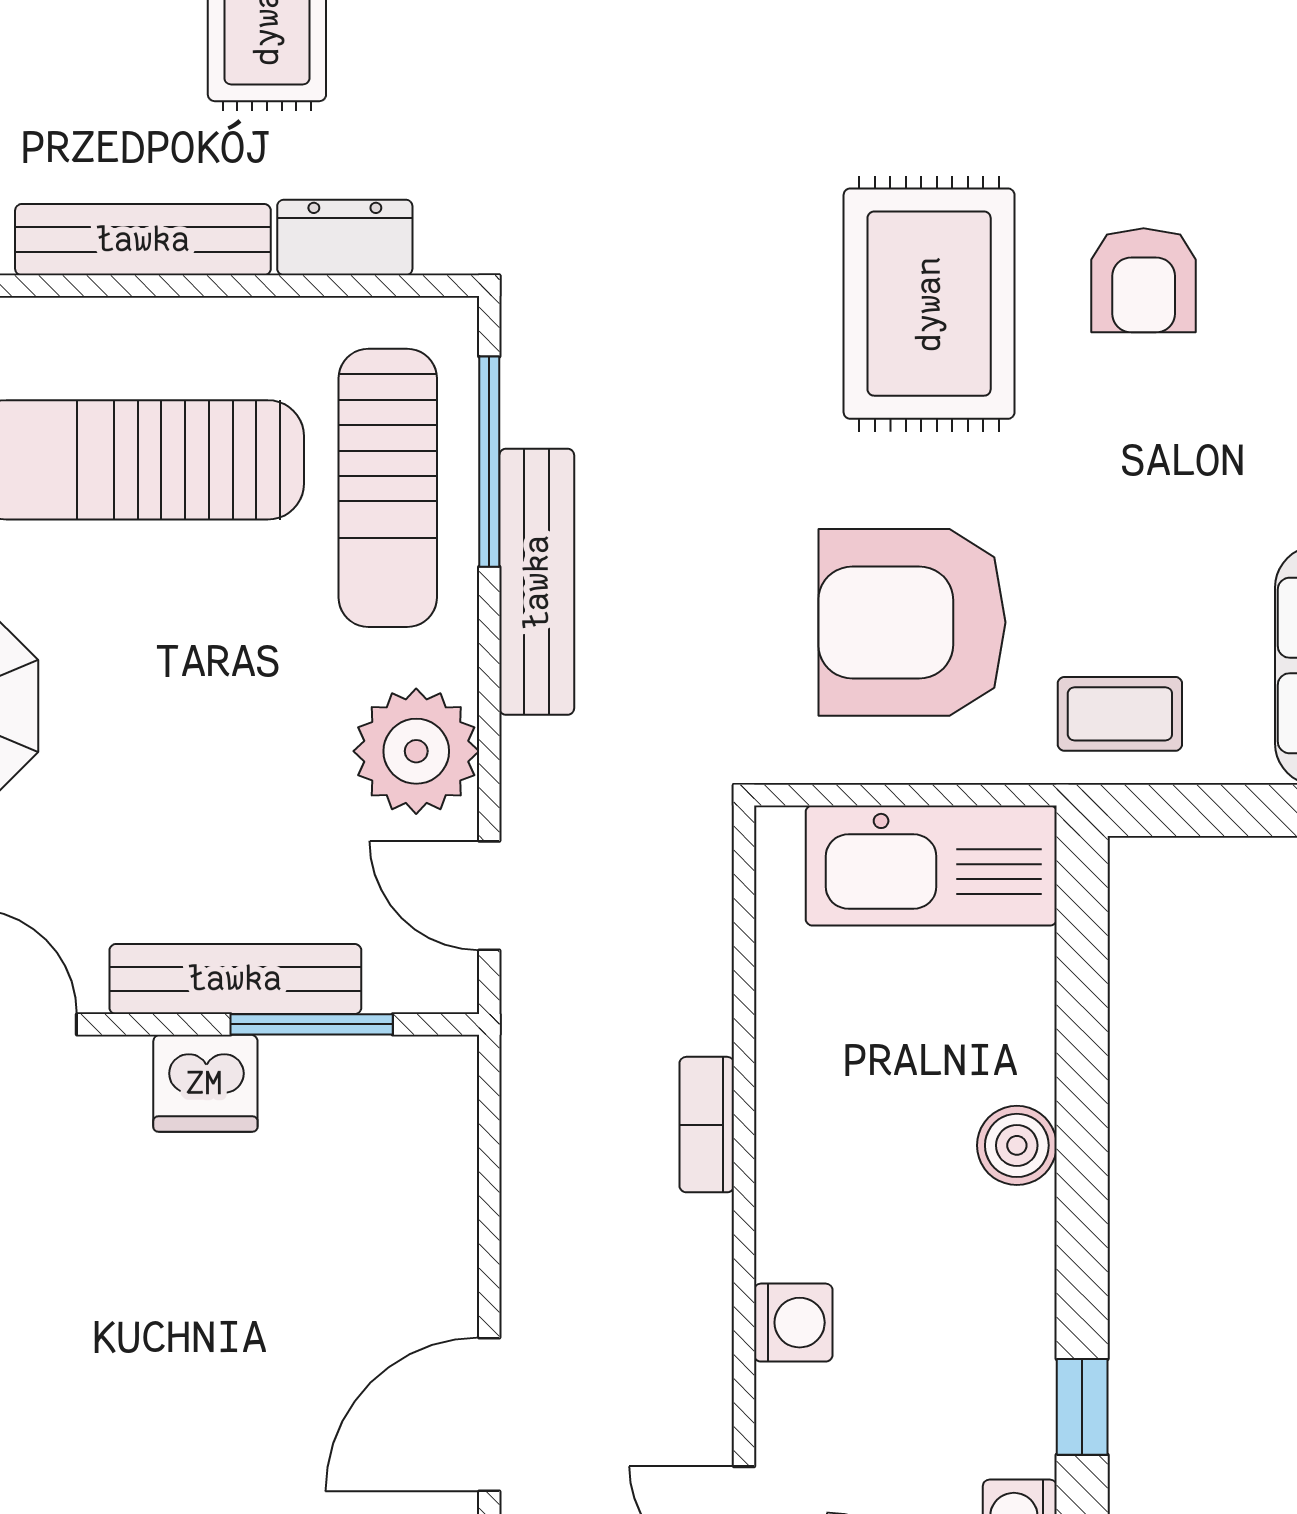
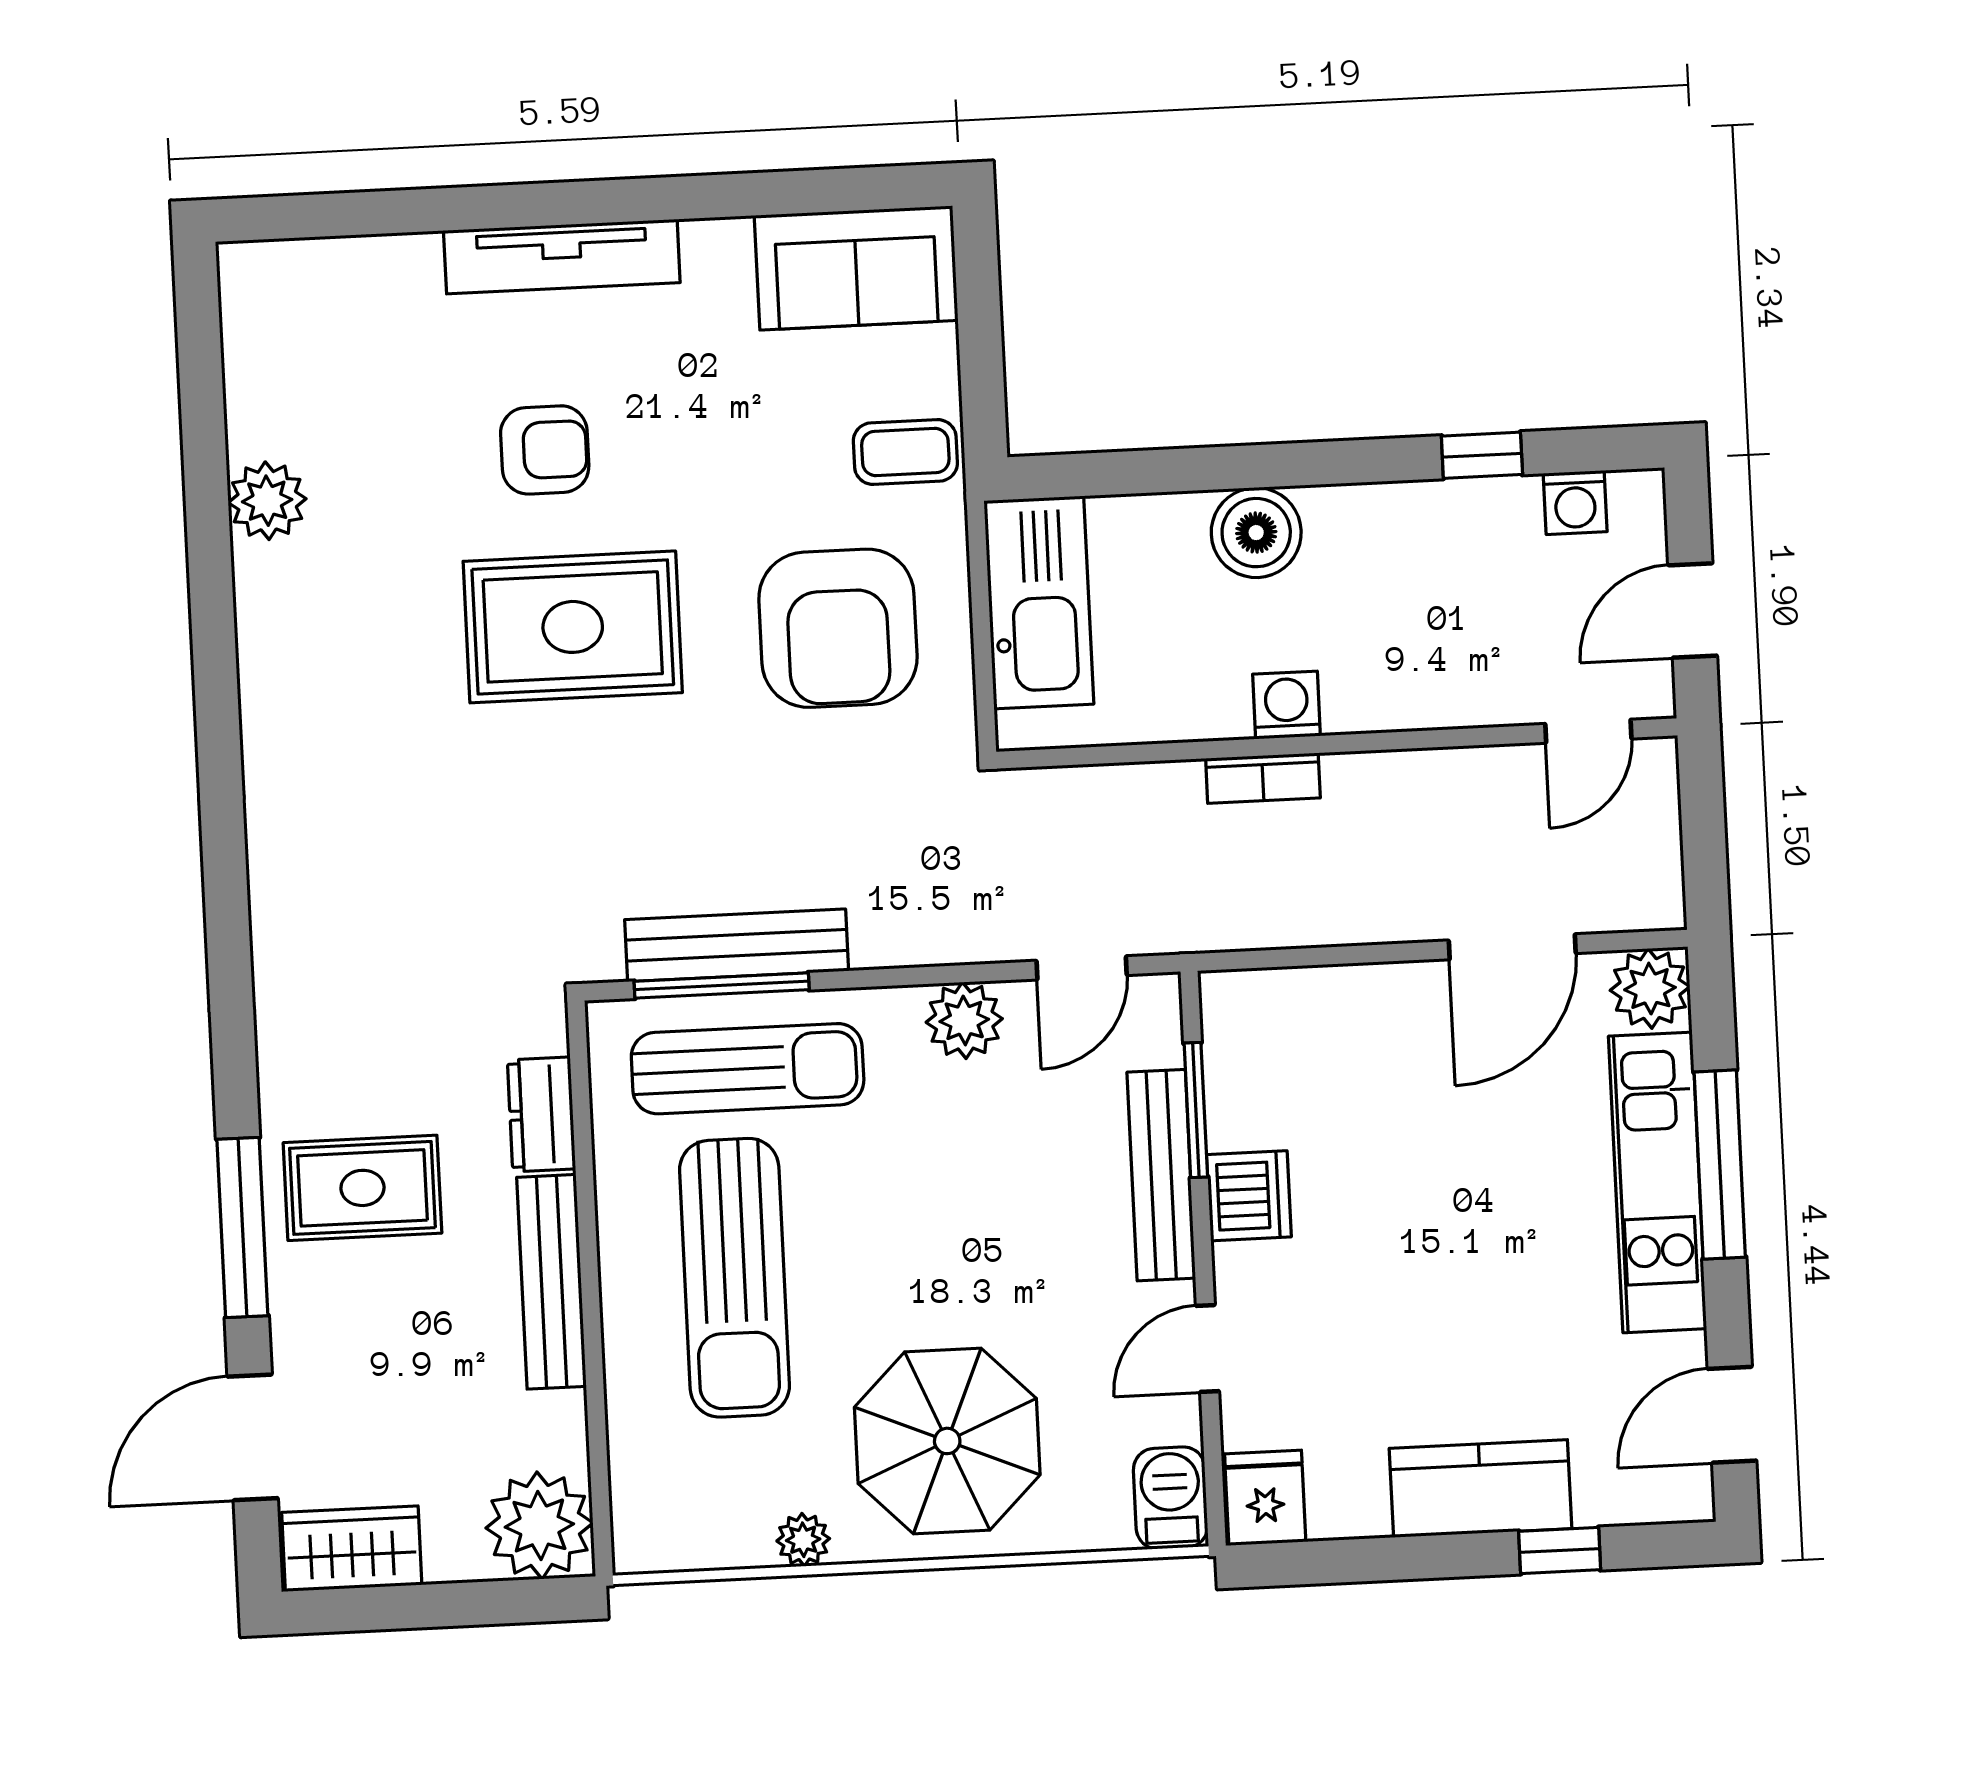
bench: (537, 582) -> (737, 945), moved
coffee table: (1120, 714) -> (905, 452), turned 90
plant: (416, 751) -> (964, 1020), width x0.73, depth x0.73
boiler: (1017, 1145) -> (1256, 533), width x1.36, depth x1.36
washing machine: (793, 1323) -> (1286, 705), moved
door: (489, 1415) -> (1512, 947), hinge flipped

